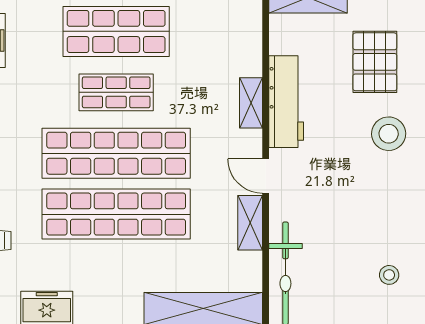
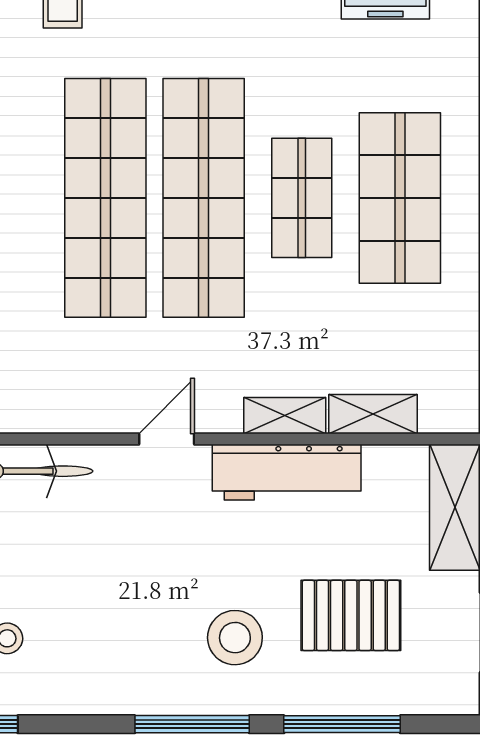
shelving: (250, 223) -> (373, 414), moved

